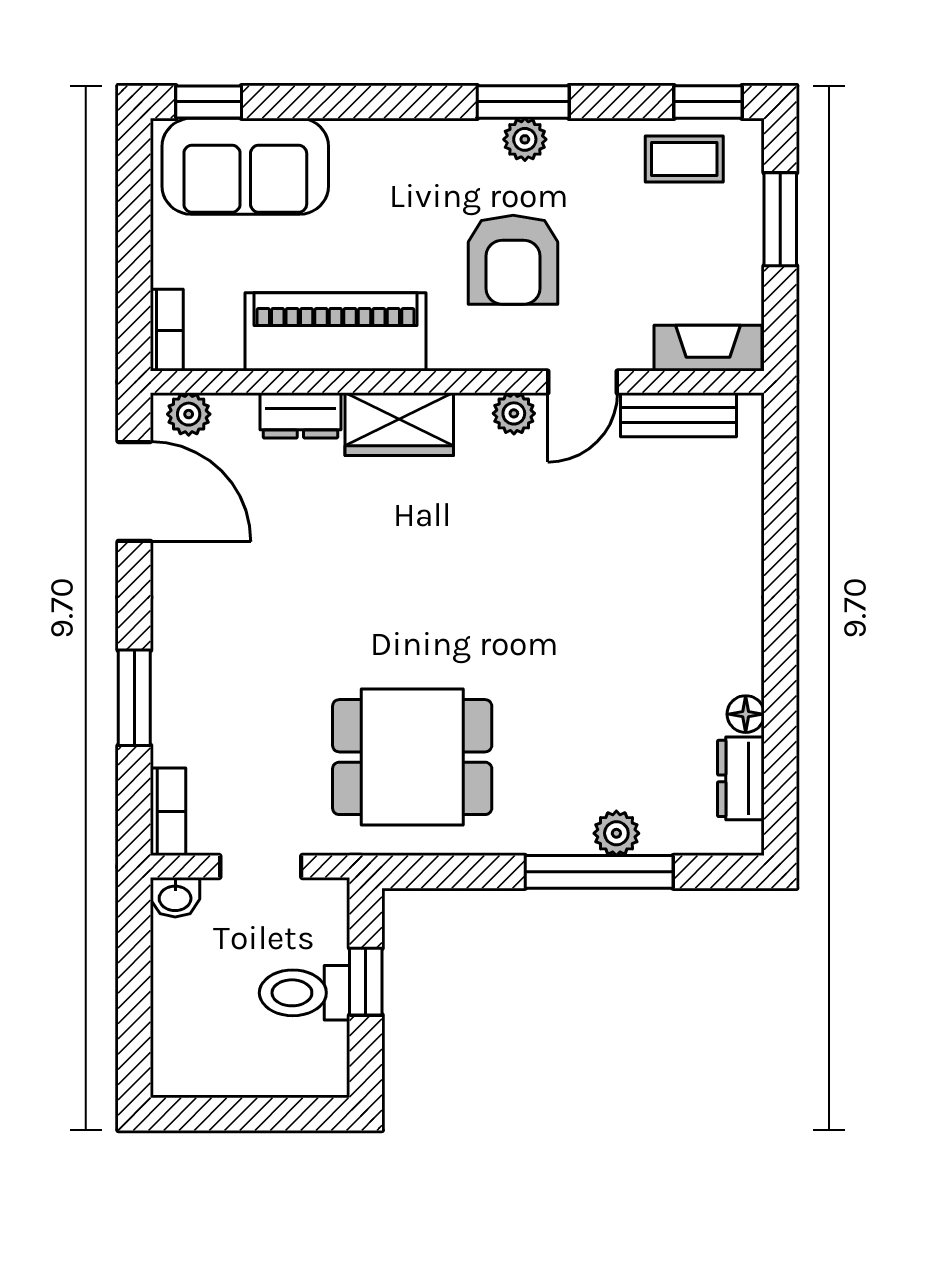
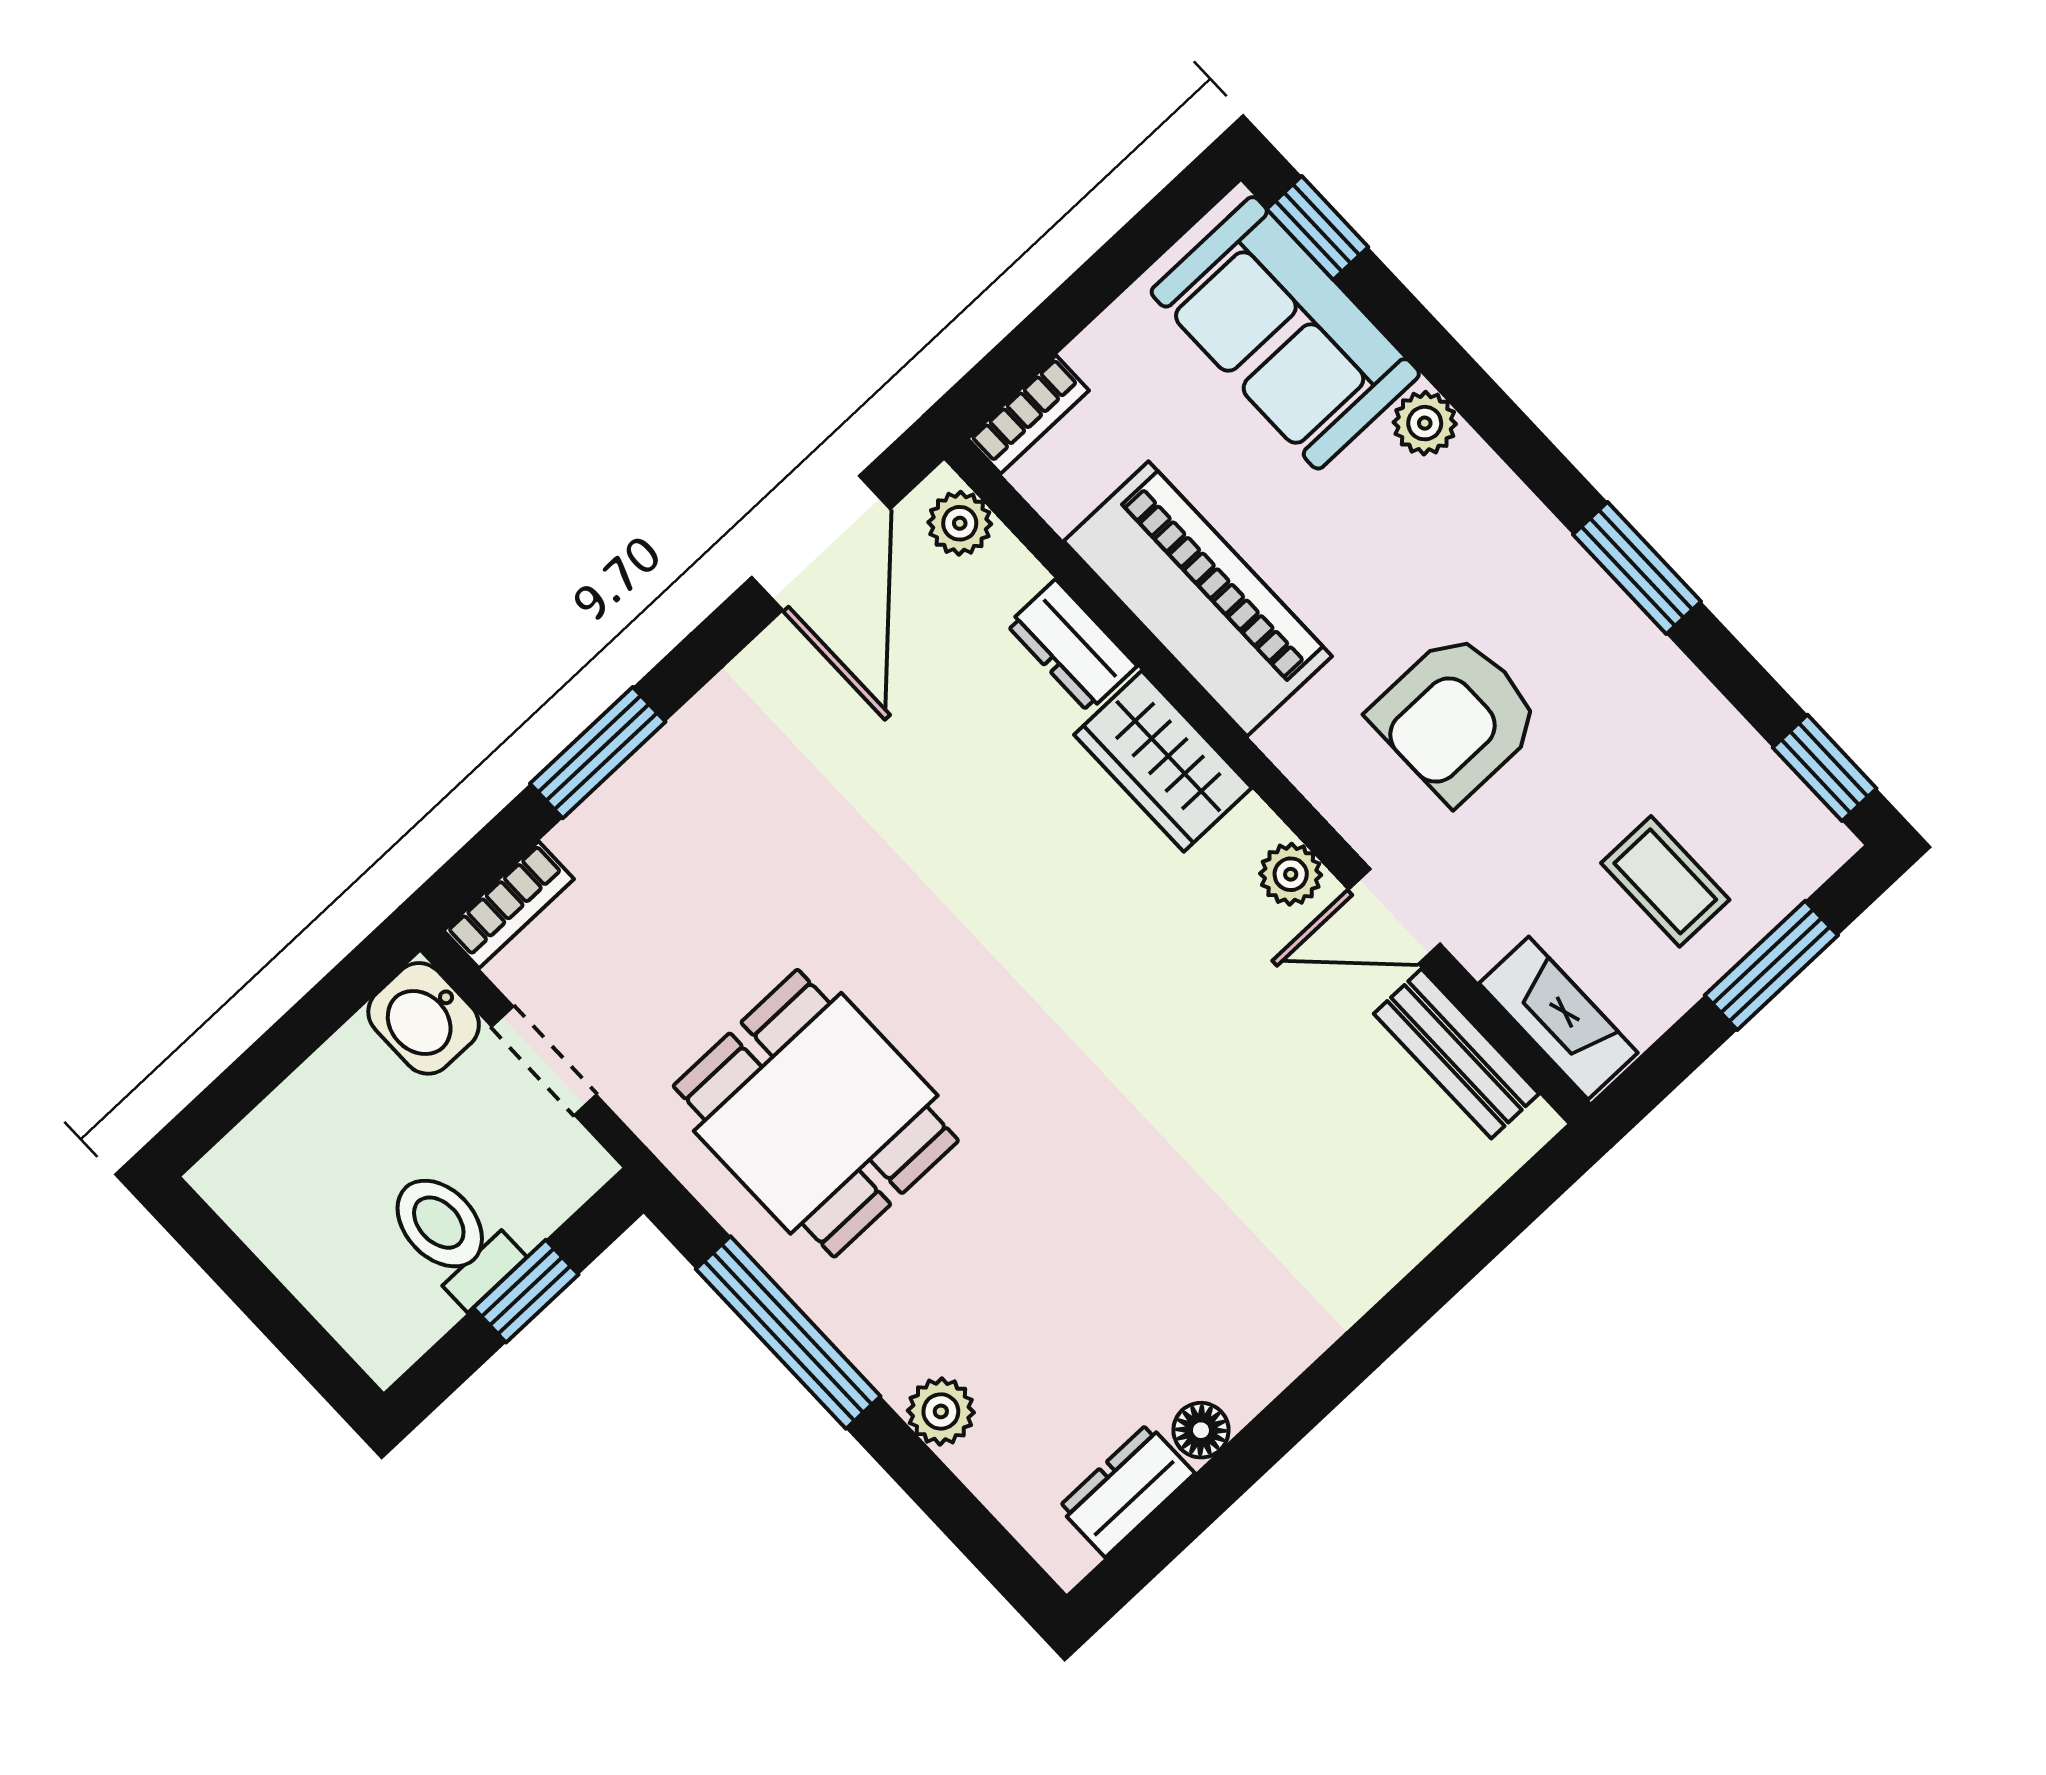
plant: (525, 139) -> (1425, 423), moved
coffee table: (684, 159) -> (1665, 881), moved
window: (599, 872) -> (788, 1333), moved
washbasin: (175, 897) -> (424, 1018), width x1.38, depth x1.45

